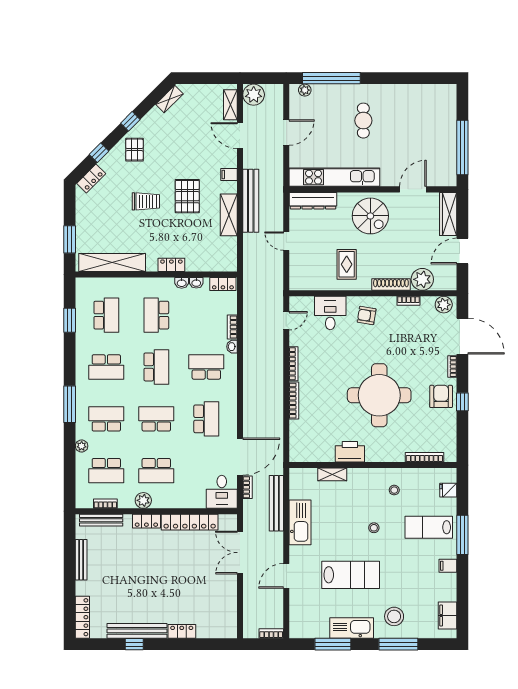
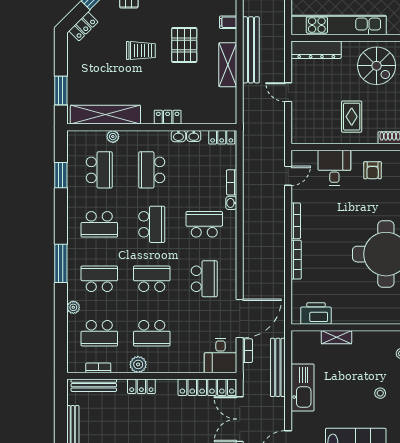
plant: (119, 283) -> (113, 137), added
armchair: (367, 315) -> (373, 170), turned -99
printer: (350, 452) -> (316, 313), moved
locker: (190, 522) -> (207, 387), moved

